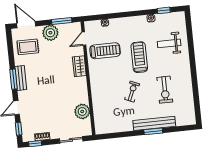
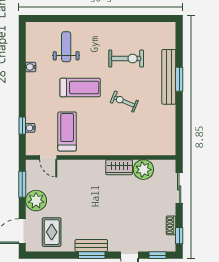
window: (164, 10) -> (22, 126), moved
weight bench: (169, 43) -> (66, 47), turned 180
treadmill: (139, 57) -> (80, 88), turned 180
wardrobe: (79, 66) -> (119, 167), moved

